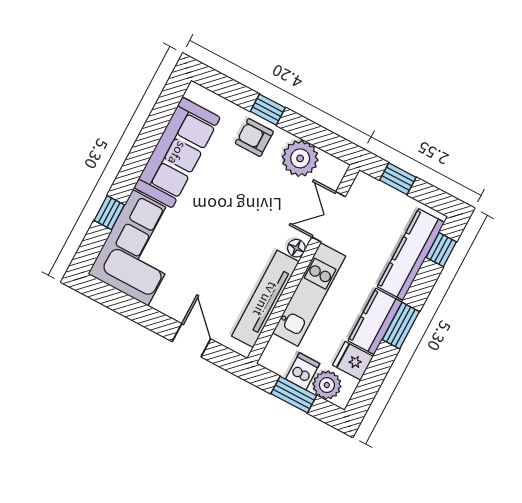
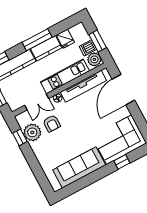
window: (268, 110) -> (20, 137), moved
armchair: (254, 138) -> (52, 123), moved
window: (401, 326) -> (37, 40), width x1.44
door: (191, 340) -> (123, 90), width x1.87
plant: (327, 385) -> (94, 59), moved

